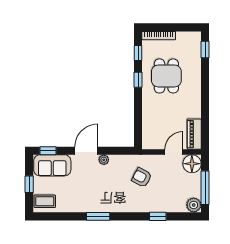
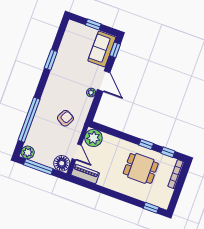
plant: (152, 139) -> (93, 138), added
coffee table: (45, 201) -> (75, 32), removed
window: (98, 216) -> (51, 60), moved
window: (158, 216) -> (29, 120), width x3.17

